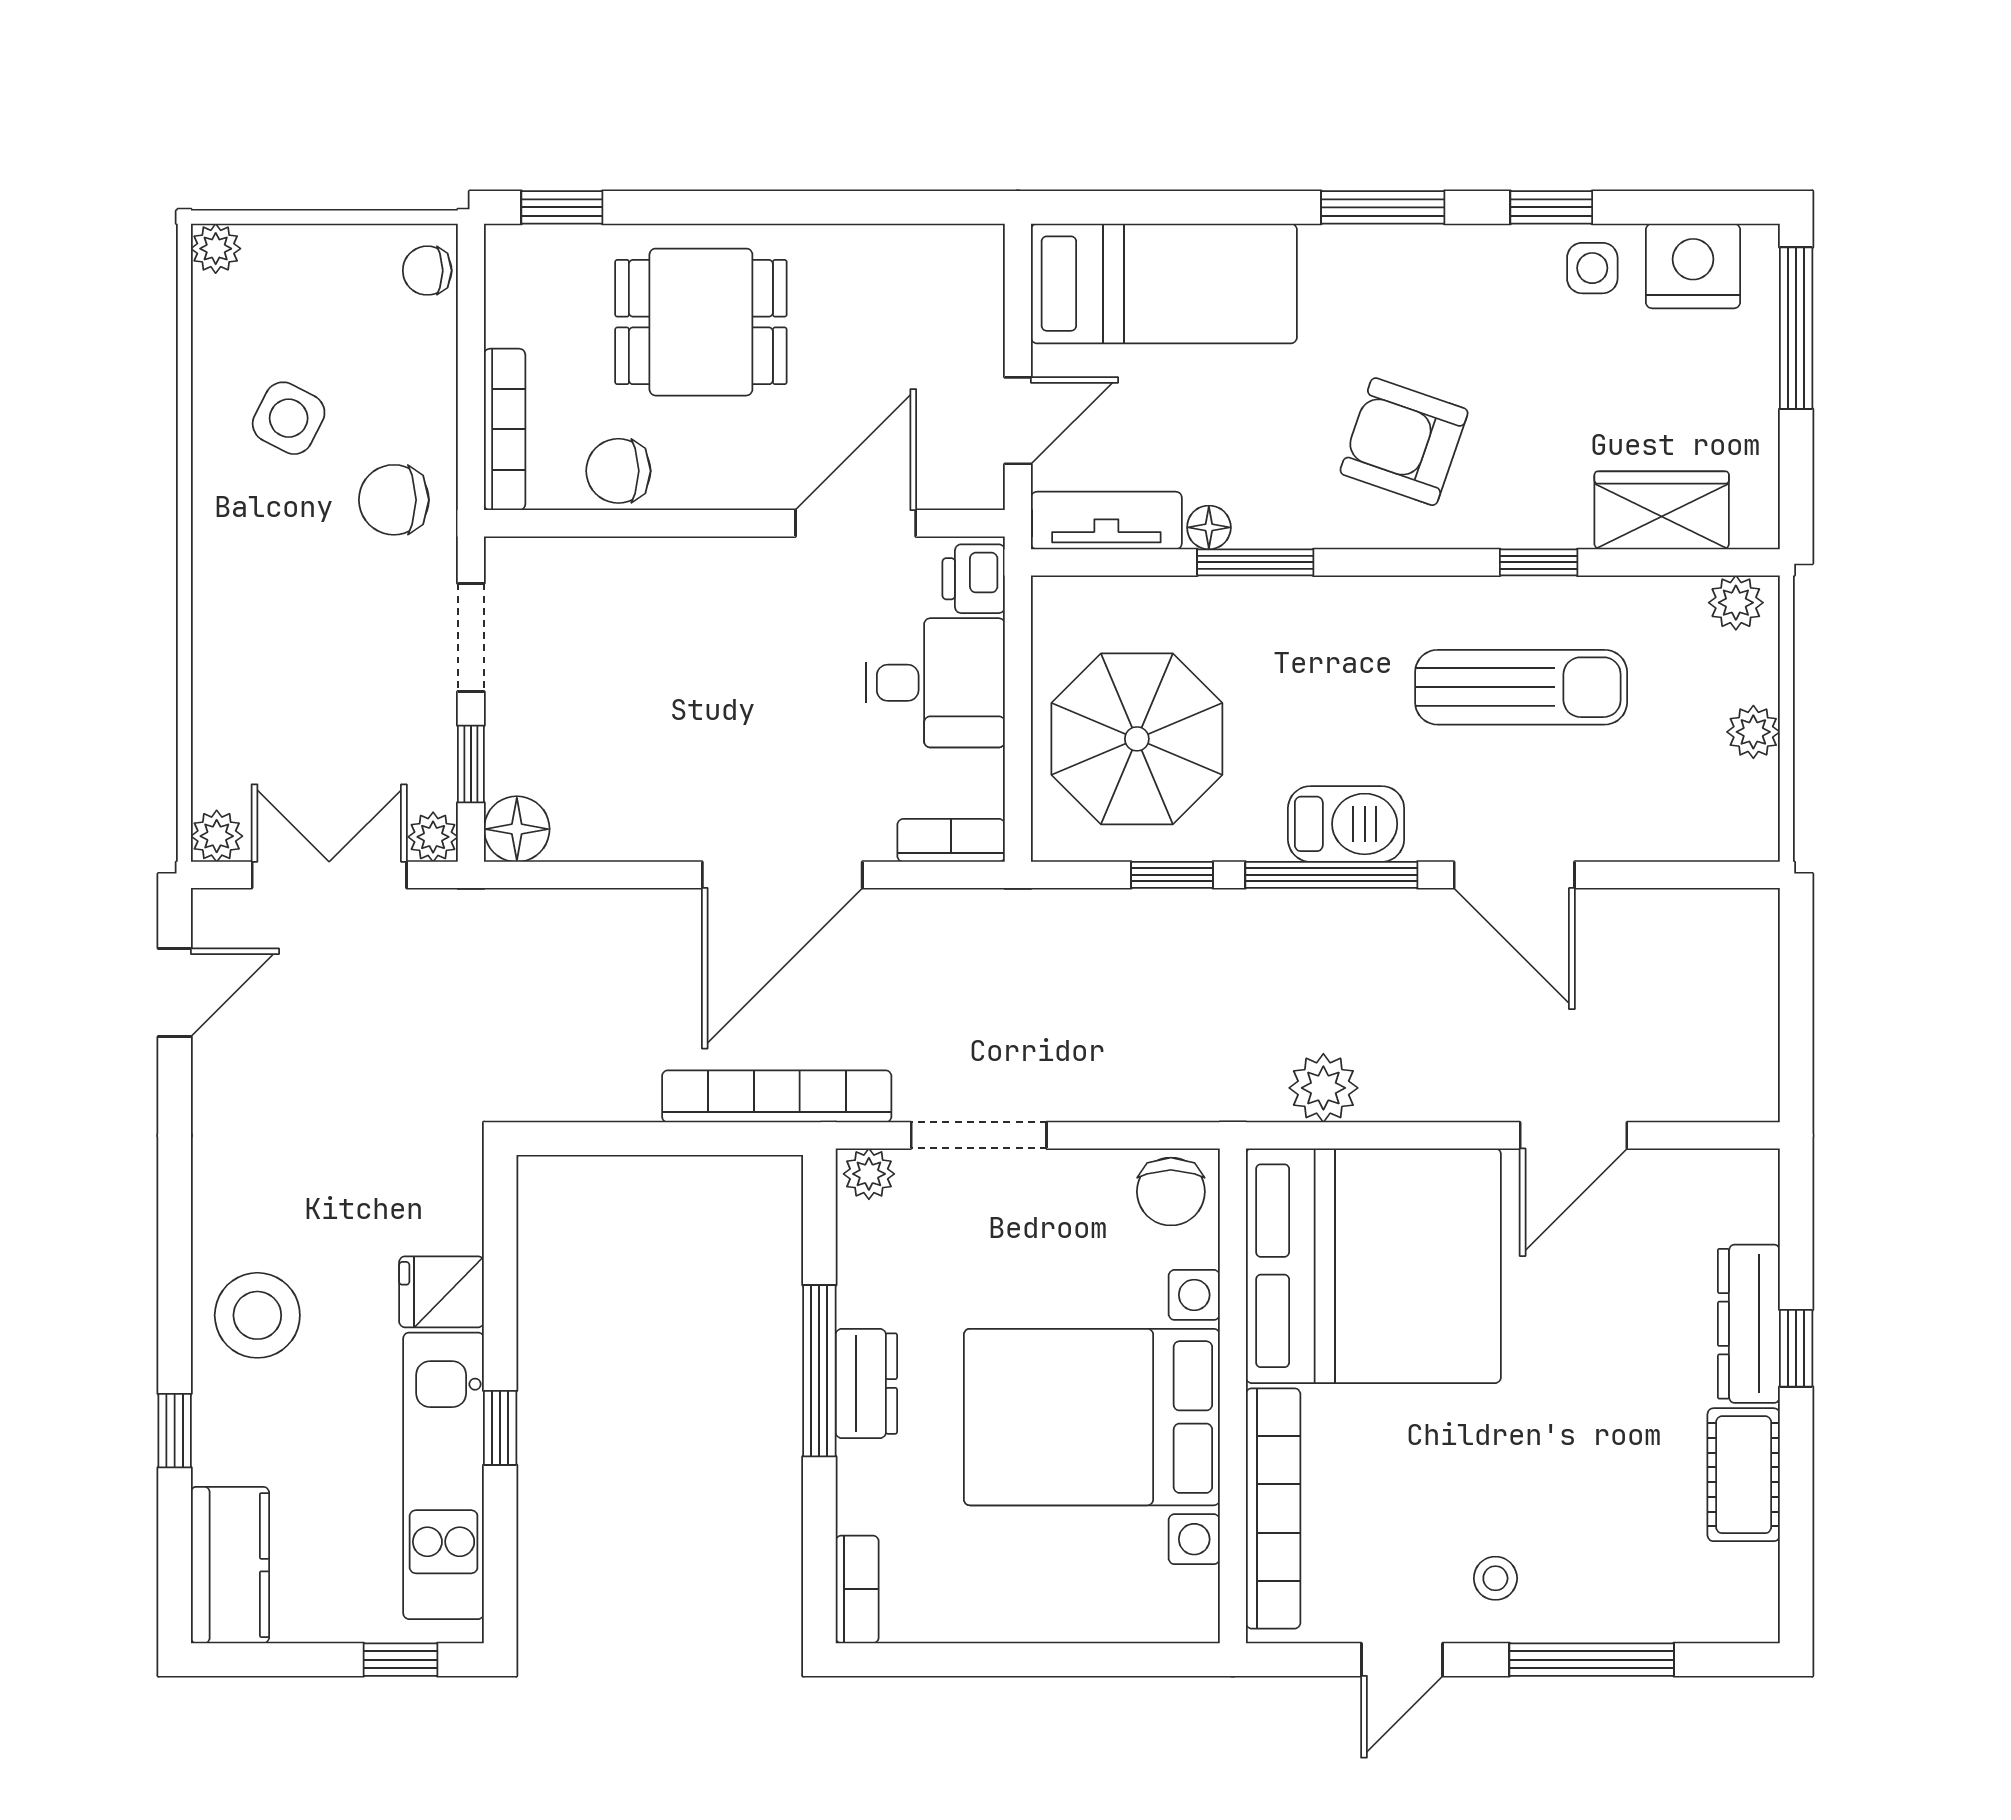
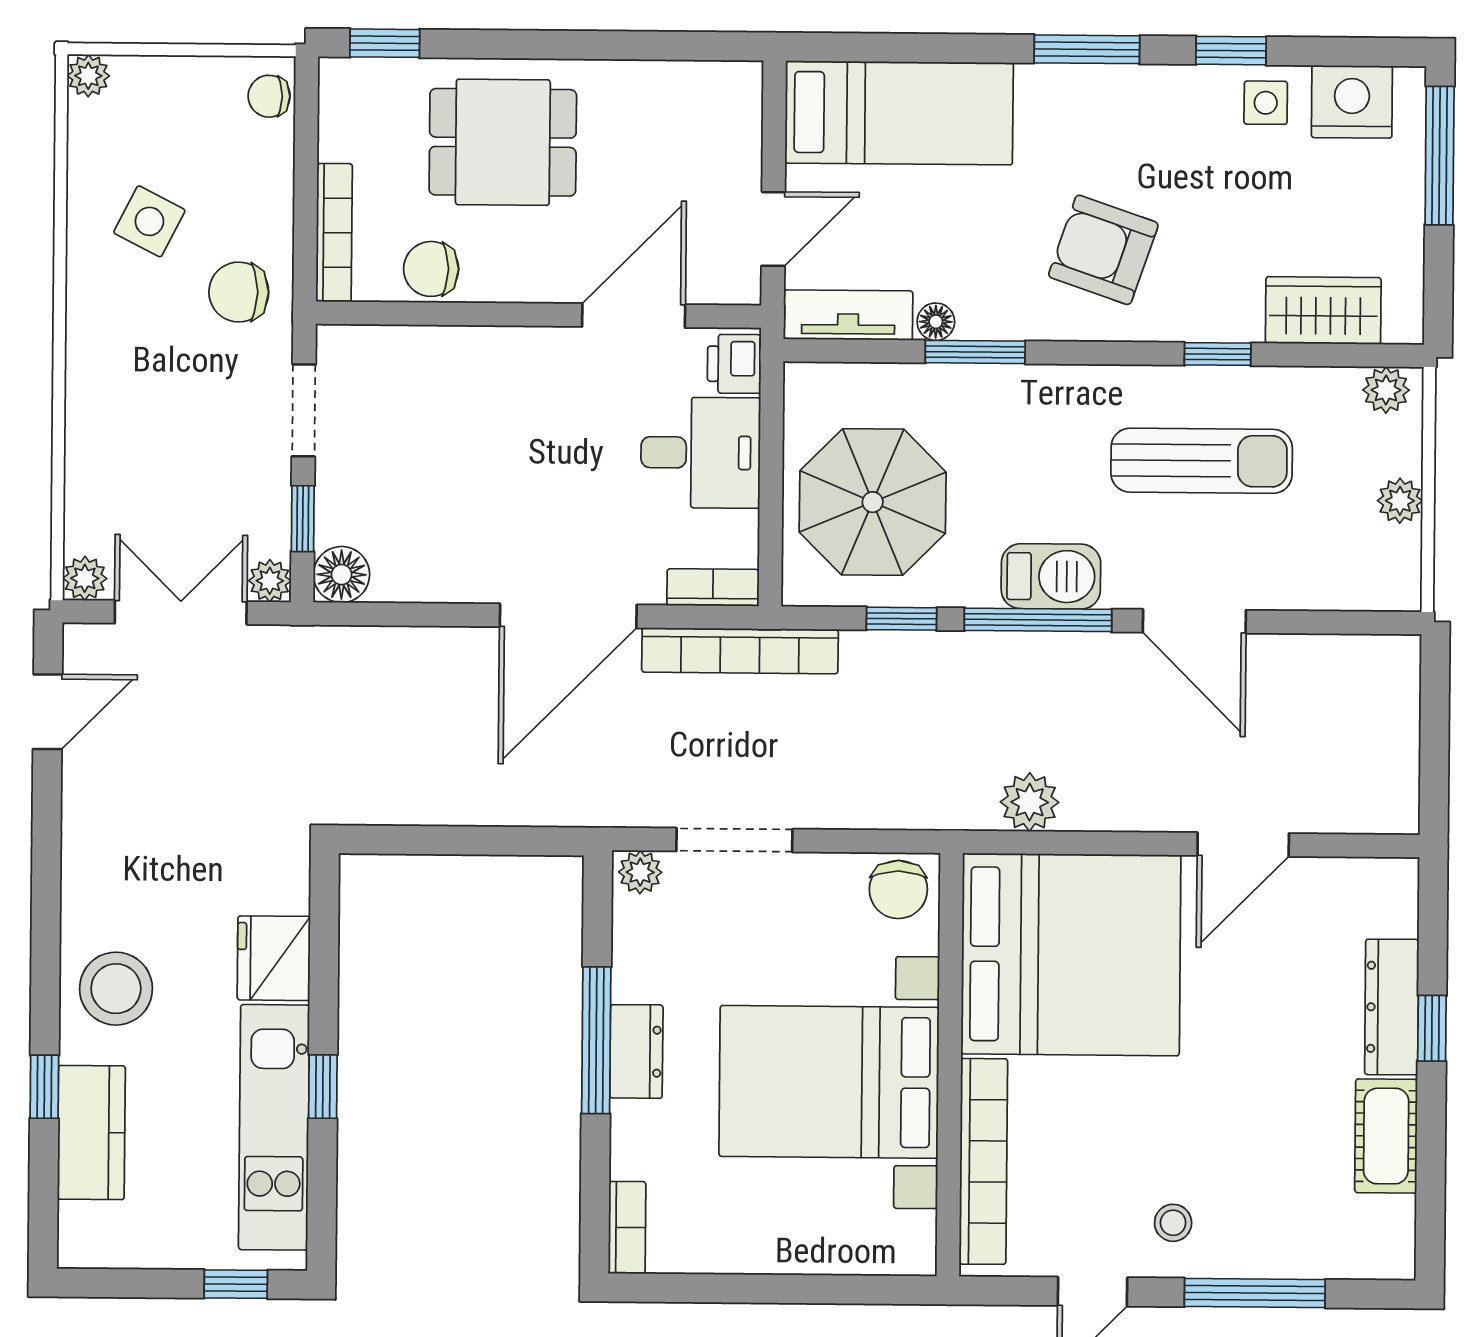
bookcase: (777, 1096) -> (740, 651), moved, turned 180
fridge: (442, 1292) -> (274, 958), width x1.38
kitchen counter: (230, 1565) -> (91, 1133), moved

